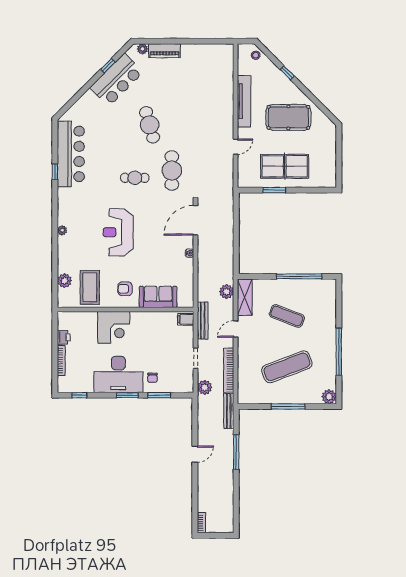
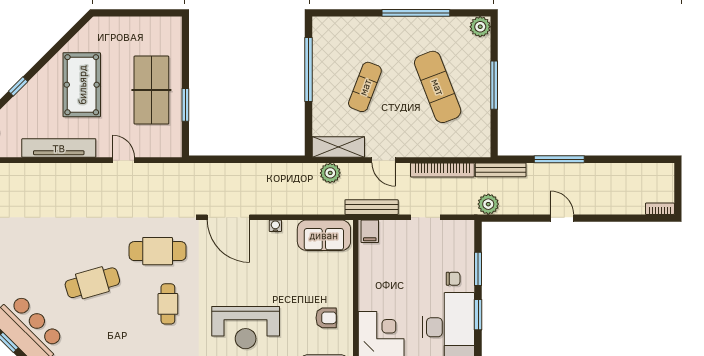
armchair: (125, 289) -> (326, 318), turned -90
sofa: (158, 297) -> (324, 235), moved, turned -90
plant: (205, 387) -> (488, 204), moved

